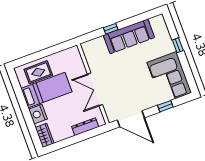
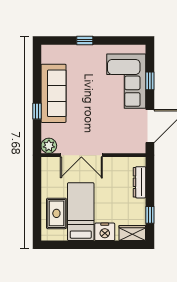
plant: (88, 47) -> (49, 146), added
corner sofa: (169, 78) -> (126, 81), moved, turned 90
double door: (95, 89) -> (81, 155), moved
window: (63, 144) -> (150, 215), added

